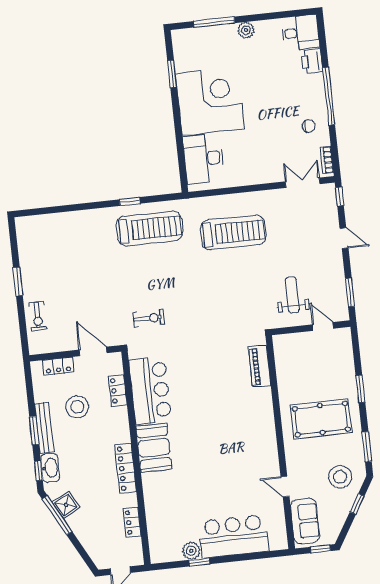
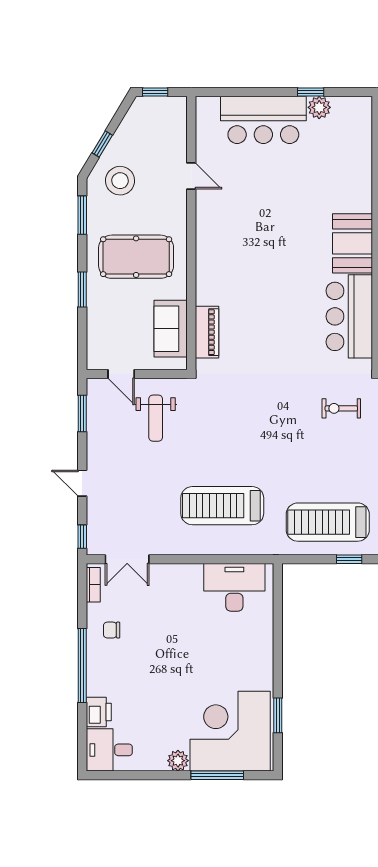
corner desk: (210, 101) -> (230, 731), moved, turned 90
desk: (203, 159) -> (234, 587), moved, turned -90
sofa: (305, 521) -> (171, 329), moved

